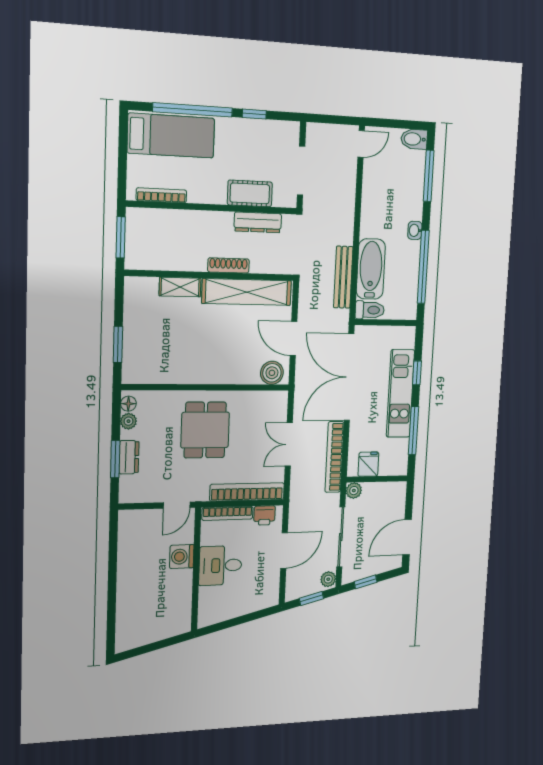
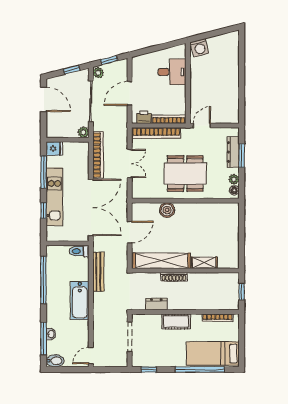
window: (254, 114) -> (149, 370), moved
cot: (250, 193) -> (176, 322), moved
dresser: (258, 222) -> (156, 304), width x0.70
washbasin: (415, 230) -> (51, 334), moved
window: (121, 237) -> (242, 292), width x0.67
bathtub: (371, 269) -> (80, 300), moved
door: (294, 338) -> (130, 232), hinge flipped
window: (118, 344) -> (242, 227), removed
boiler: (272, 373) -> (167, 210), moved
dining table: (205, 430) -> (185, 173), width x1.38
dresser: (129, 457) -> (233, 152), width x1.44
fridge: (368, 464) -> (54, 149), moved, turned -90
door: (407, 537) -> (44, 99), hinge flipped
washing machine: (182, 557) -> (200, 48), moved, turned 76
desk: (220, 565) -> (172, 72), moved

